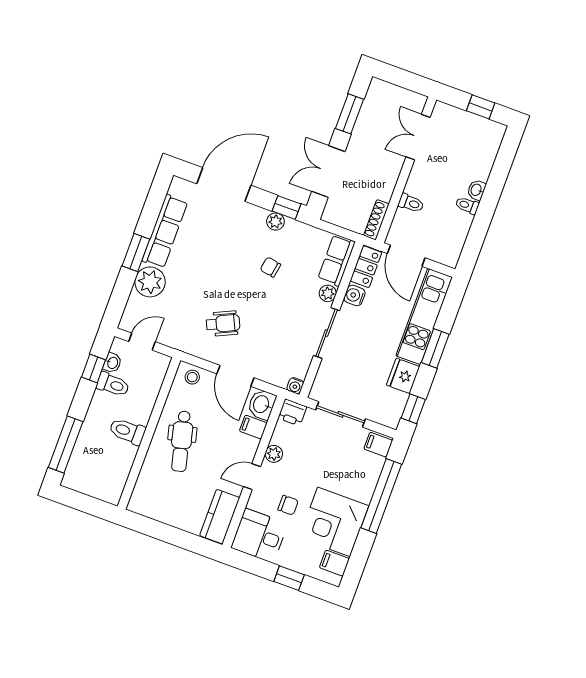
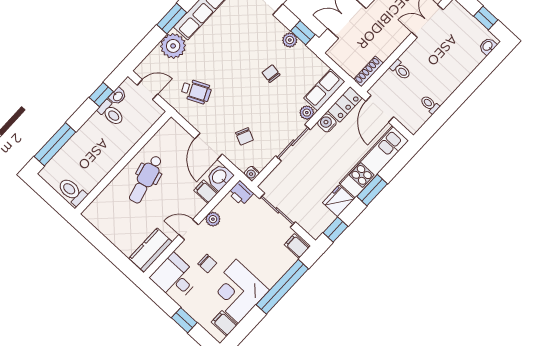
washbasin: (476, 190) -> (488, 46), moved
toilet: (467, 205) -> (430, 104), moved
wheelchair: (223, 324) -> (196, 91), moved
chair: (270, 348) -> (244, 136), added
stool: (192, 377) -> (175, 133), removed
toilet: (127, 431) -> (72, 192), moved

